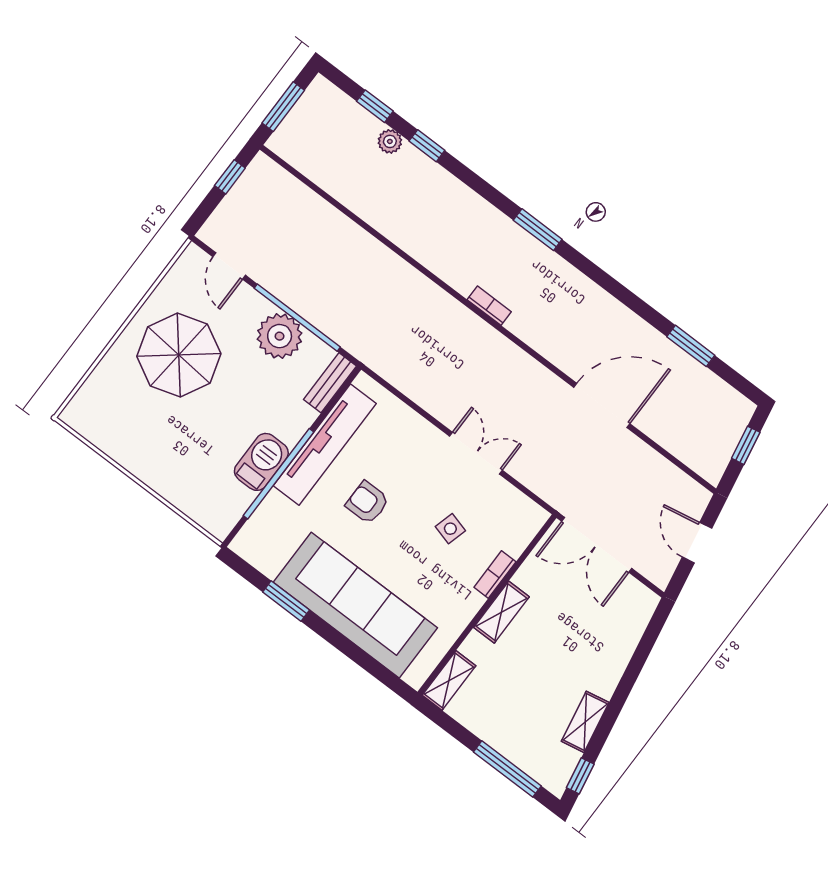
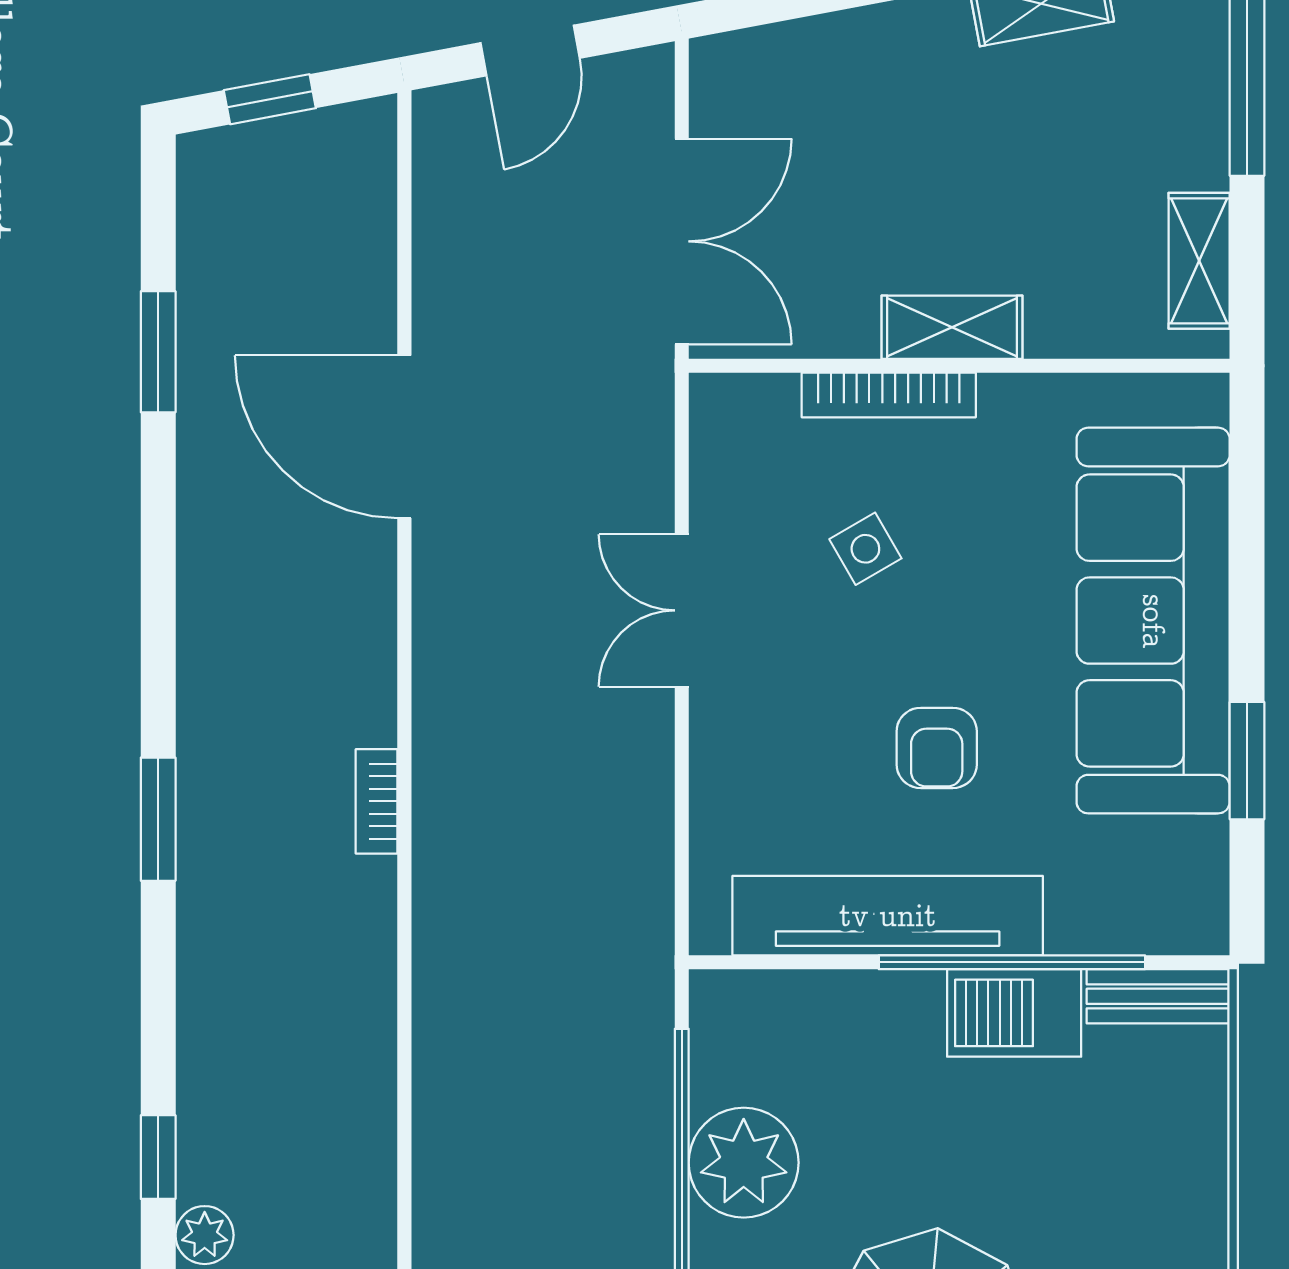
bench: (330, 383) -> (1158, 996), moved
side table: (450, 529) -> (865, 549), turned 45
bookcase: (495, 575) -> (889, 395), width x1.56
shelving: (449, 681) -> (1199, 261), moved, turned 90

